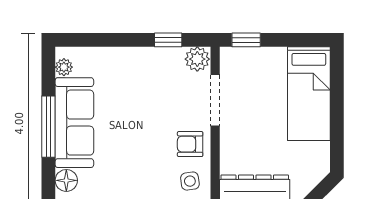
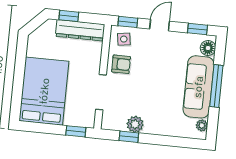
plant: (197, 59) -> (135, 124), moved
bed: (309, 94) -> (44, 91), width x1.50

